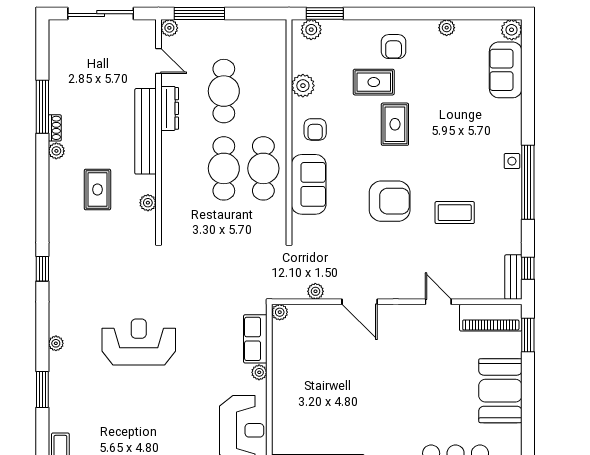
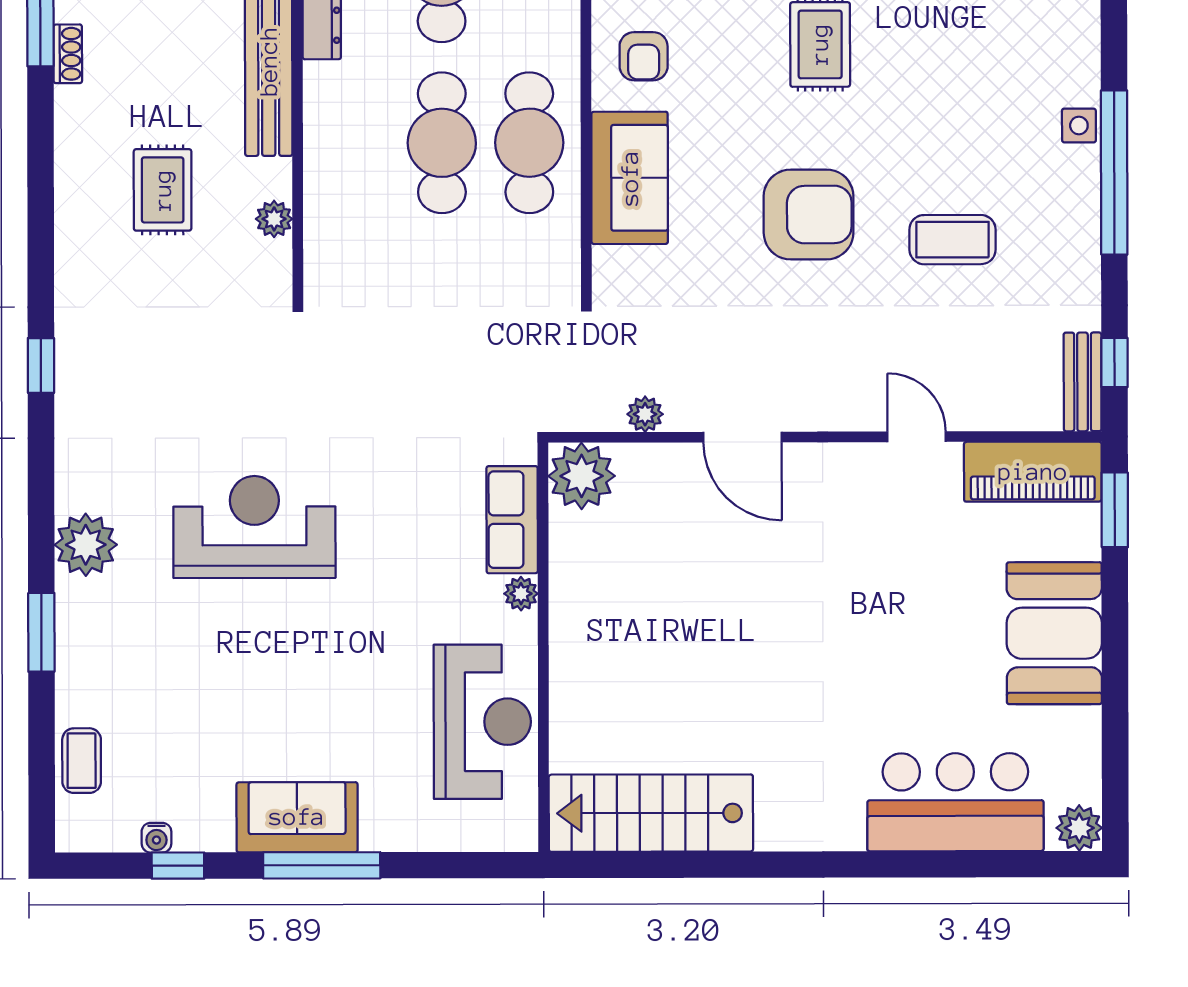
plant: (56, 151) -> (72, 105), removed
plant: (280, 312) -> (582, 476), width x1.88, depth x1.88
plant: (56, 343) -> (86, 545), width x1.88, depth x1.88

